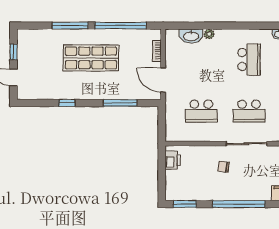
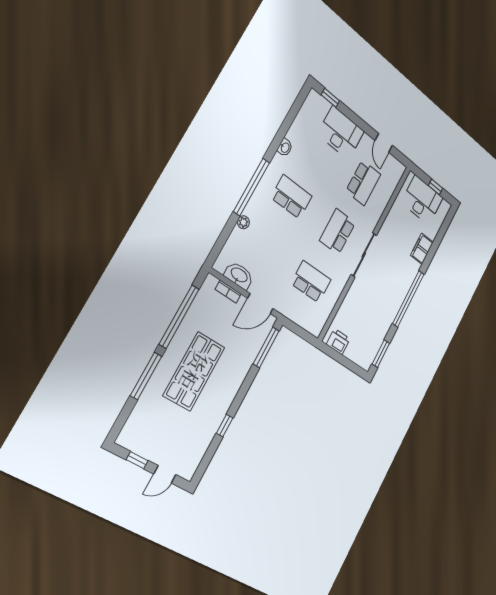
window: (236, 26) -> (251, 187), added
washbasin: (191, 36) -> (239, 275), moved, turned -90
window: (120, 103) -> (266, 347), moved
school desk: (201, 111) -> (311, 282), turned -90
school desk: (249, 111) -> (337, 232), turned 180
chair: (223, 167) -> (371, 293), removed

